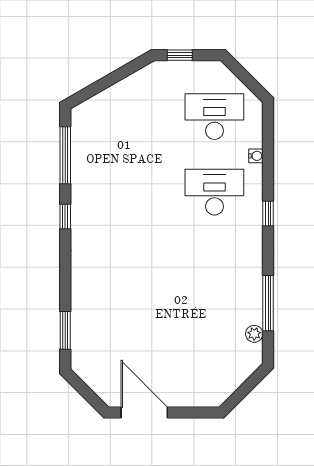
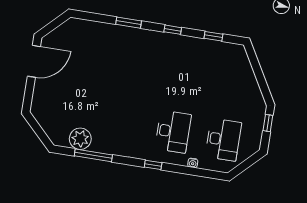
window: (65, 155) -> (213, 36), width x0.46
window: (65, 330) -> (129, 23), moved
plant: (254, 334) -> (80, 139), width x1.88, depth x1.88

